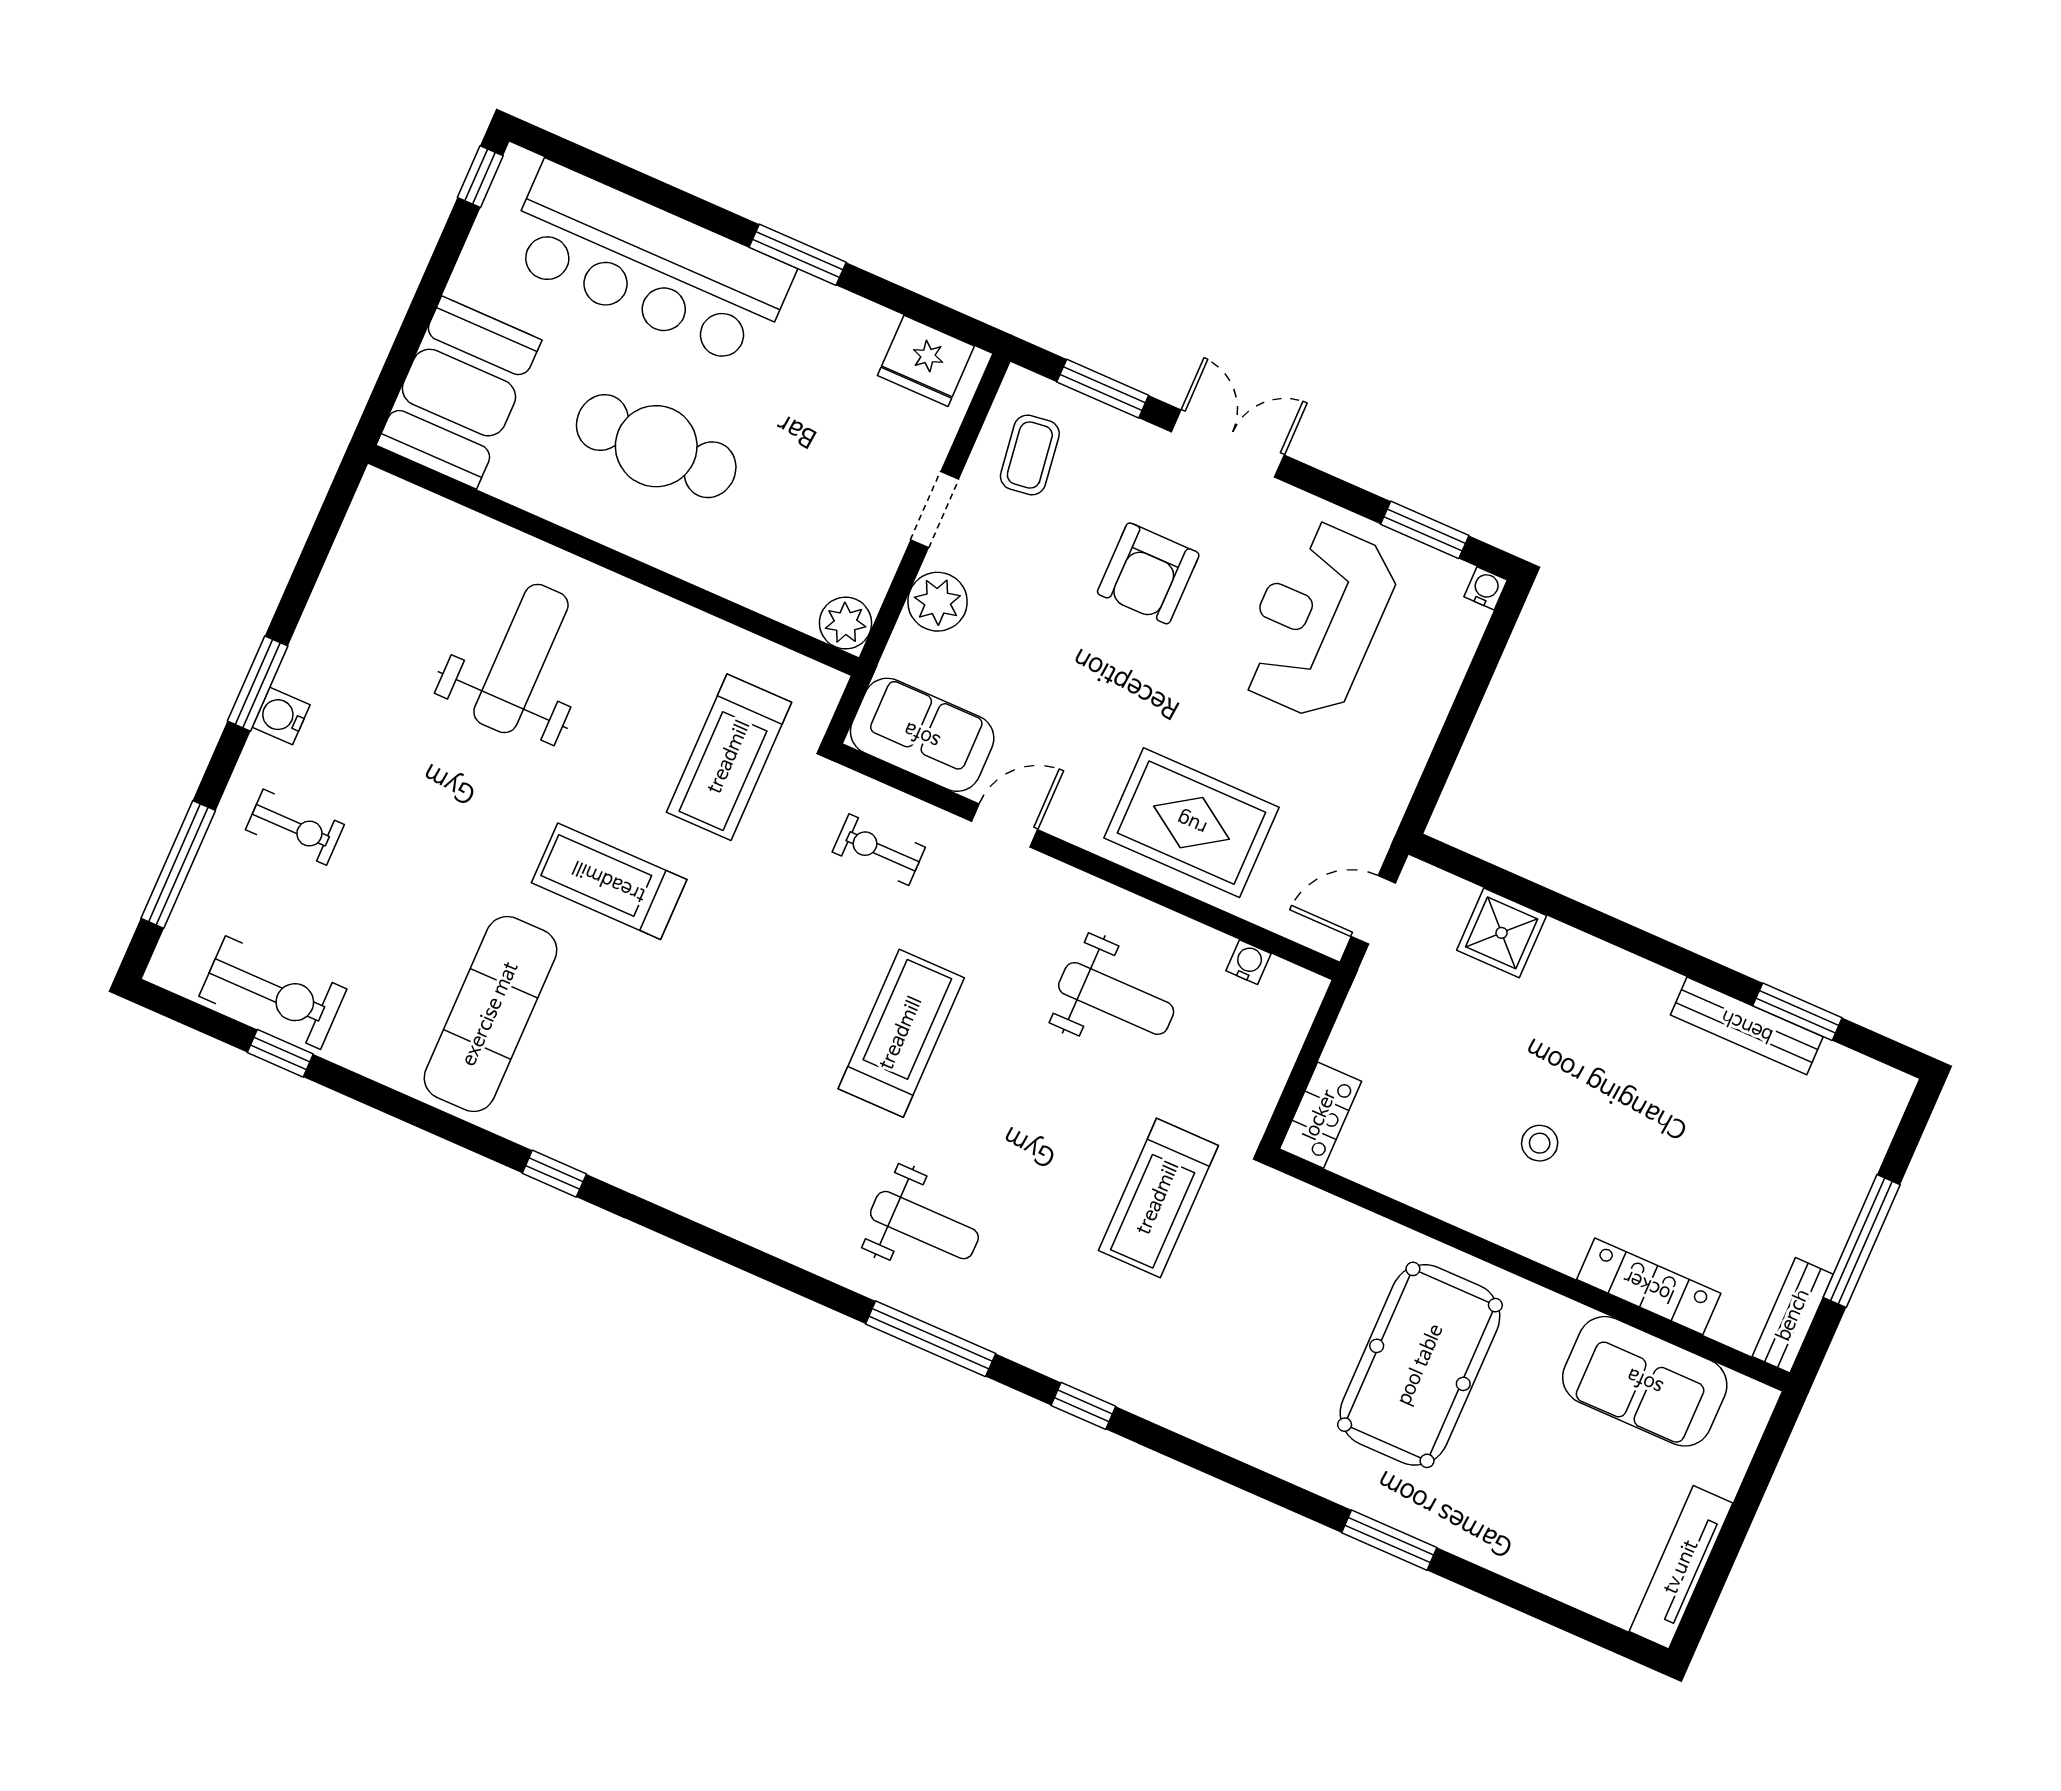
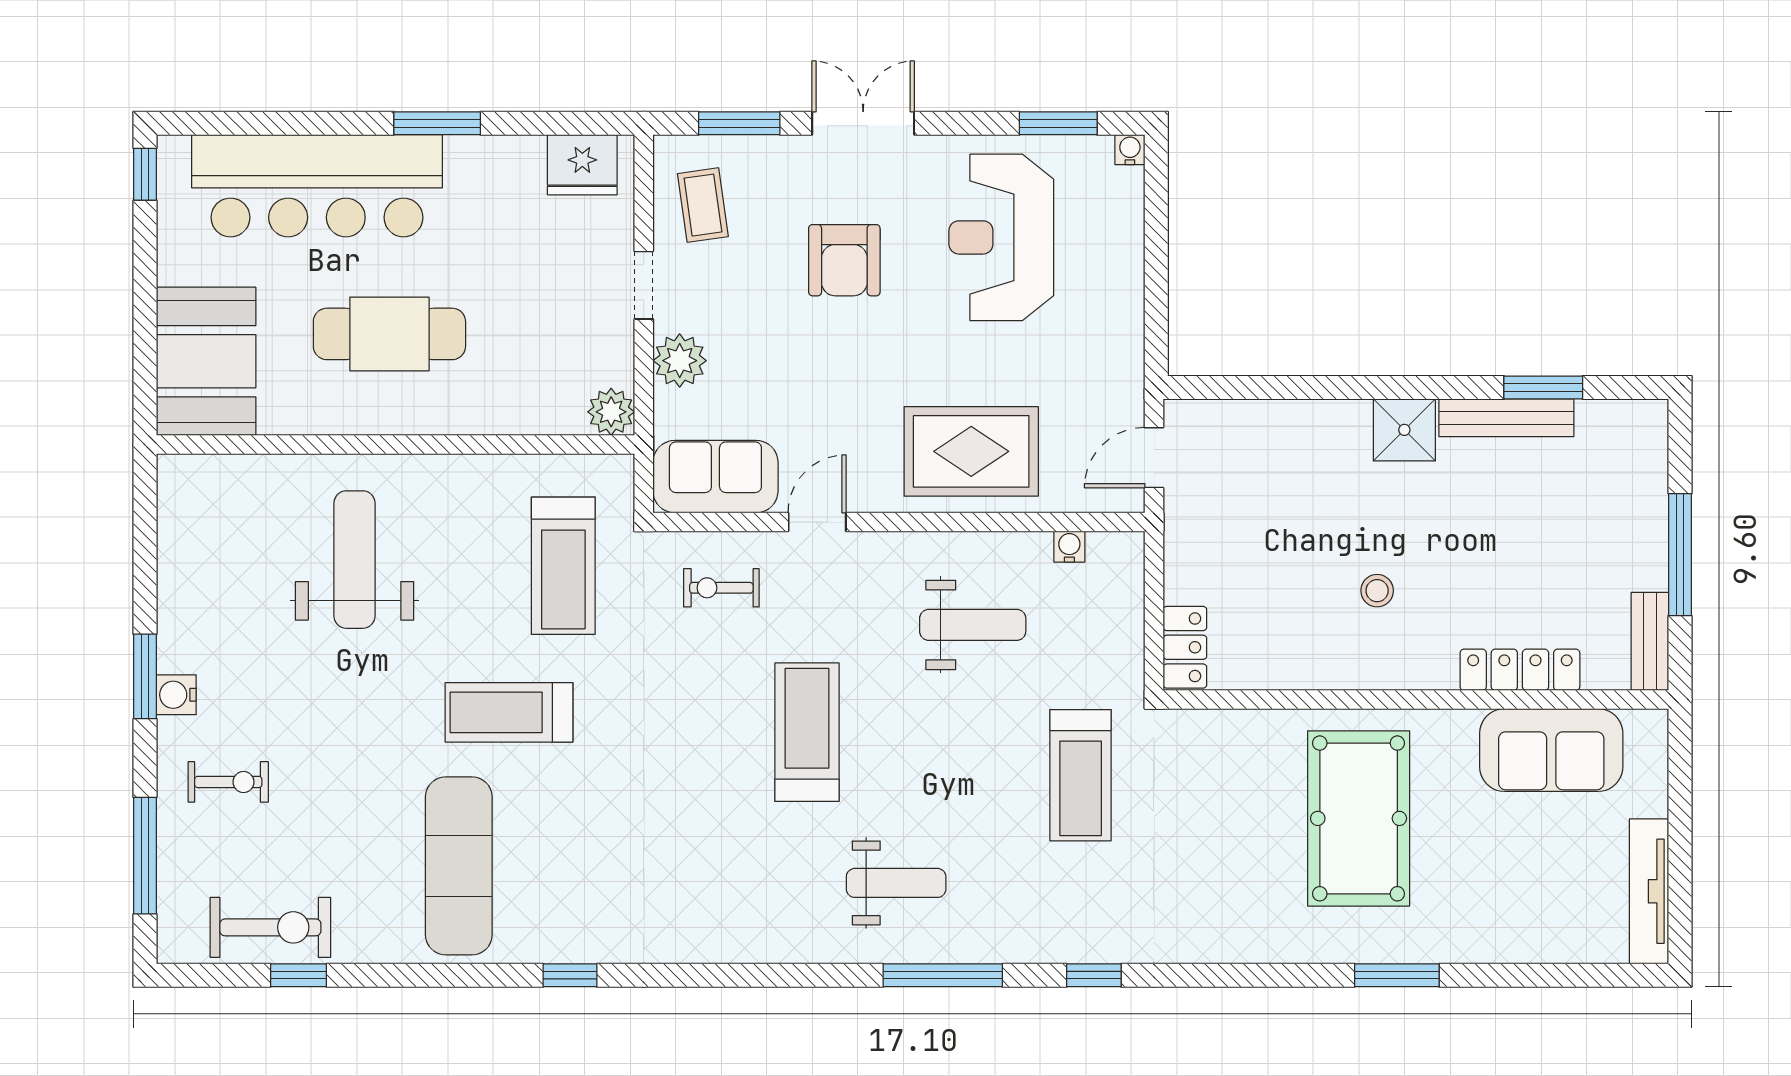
shower: (1502, 933) -> (1404, 430), moved

